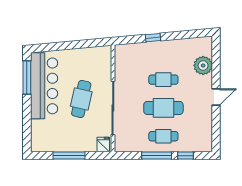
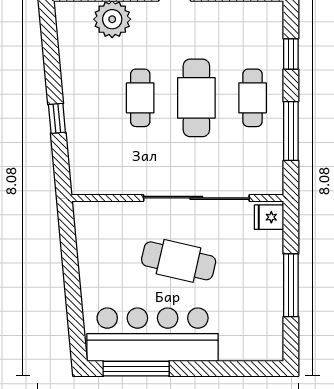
window: (157, 156) -> (291, 131), moved

